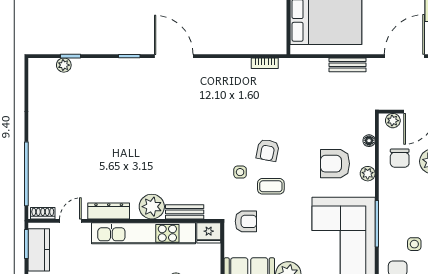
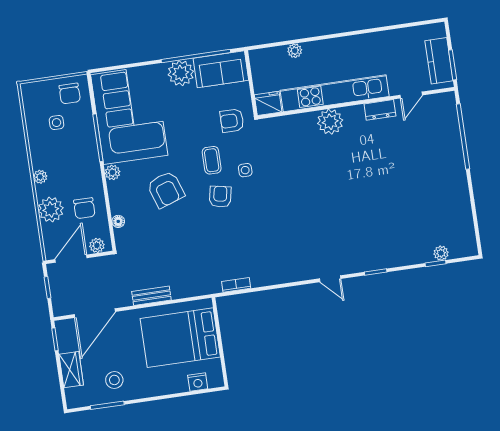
door: (174, 56) -> (330, 279), width x0.53
chair: (400, 158) -> (84, 208), turned 180
armchair: (335, 164) -> (166, 189), moved, turned 71
plant: (368, 174) -> (112, 172), moved
coffee table: (271, 186) -> (212, 160), turned 90
dresser: (109, 211) -> (380, 110), width x0.70
bench: (185, 212) -> (296, 121), removed
shoe rack: (43, 213) -> (440, 99), removed

